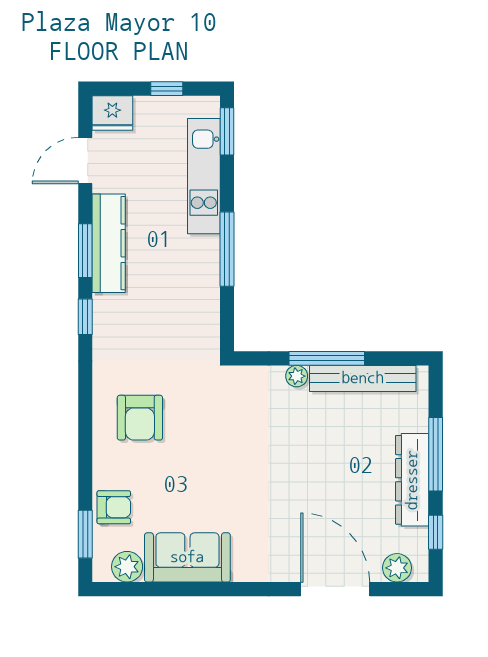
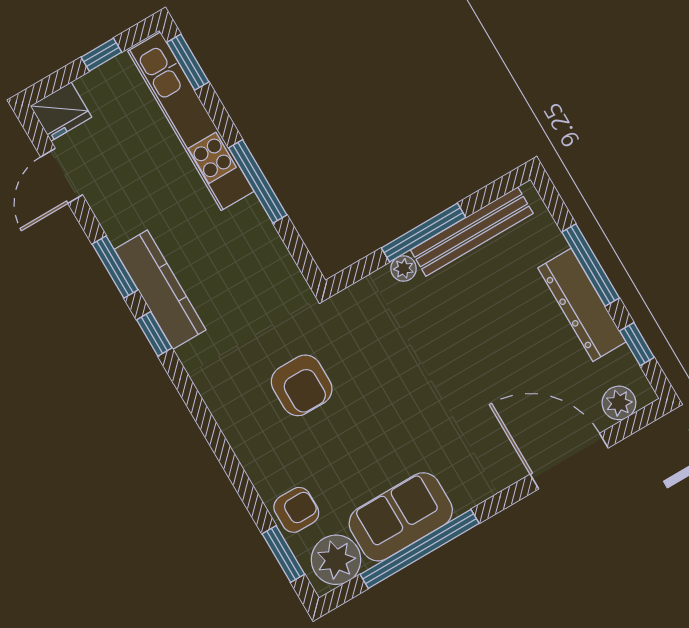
kitchen unit: (204, 176) -> (191, 121), width x1.36
kitchen counter: (109, 243) -> (160, 290), moved
armchair: (140, 418) -> (302, 385), moved
plant: (127, 567) -> (336, 560), width x1.36, depth x1.36
window: (188, 589) -> (420, 549), added

